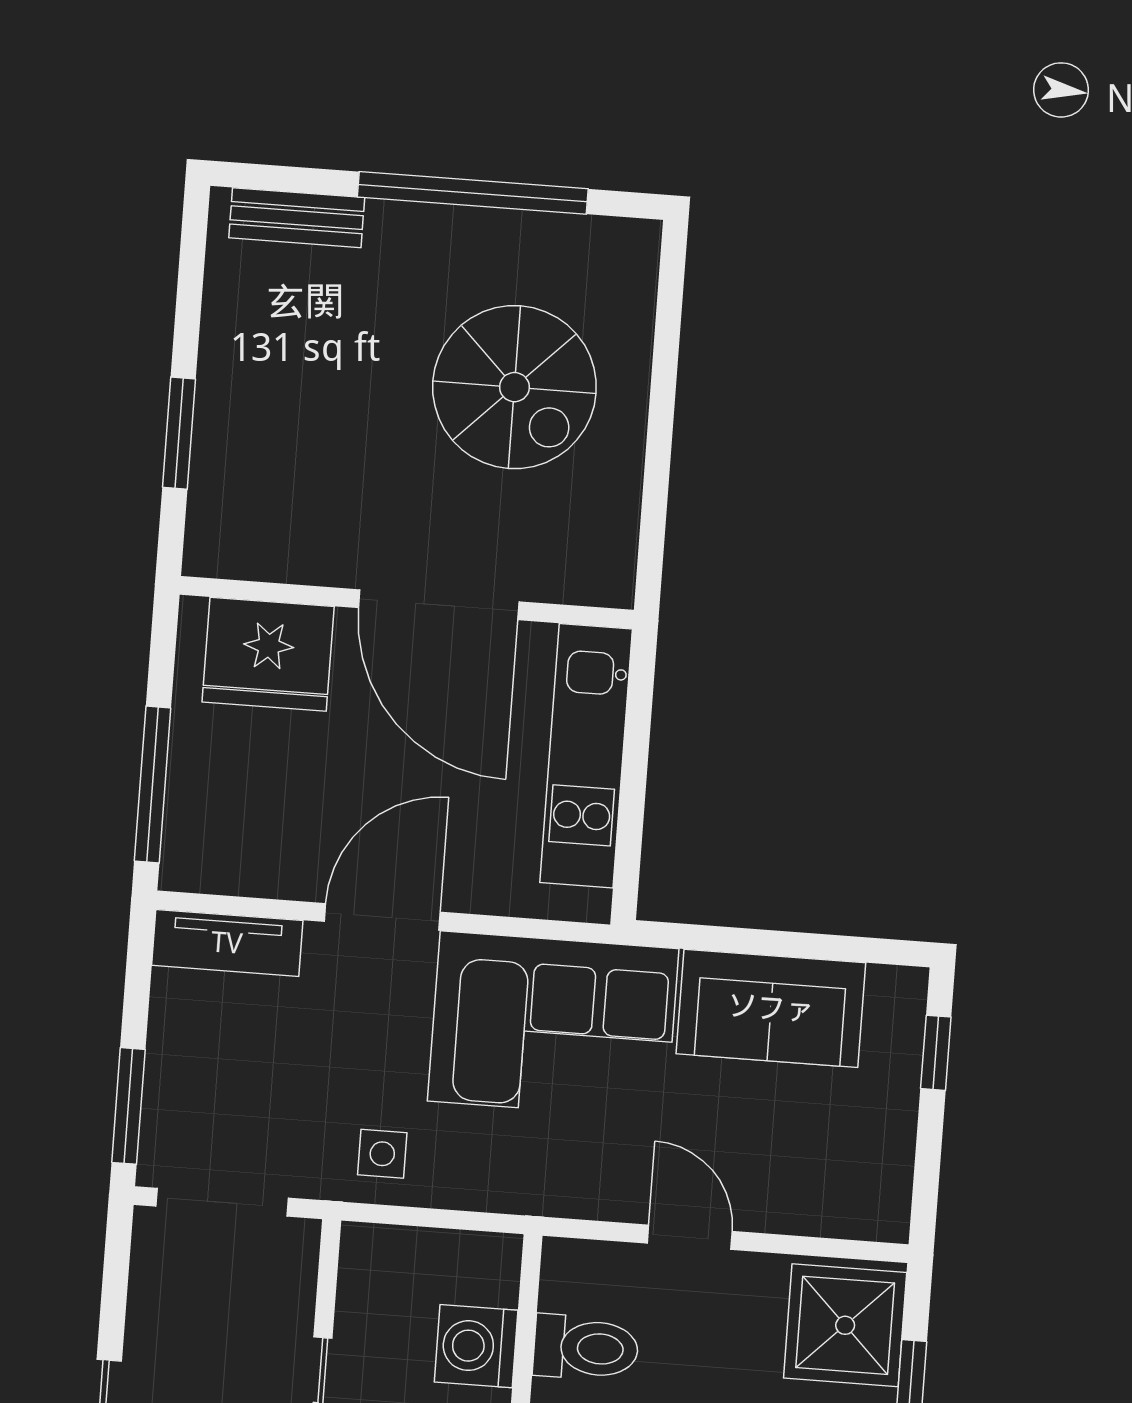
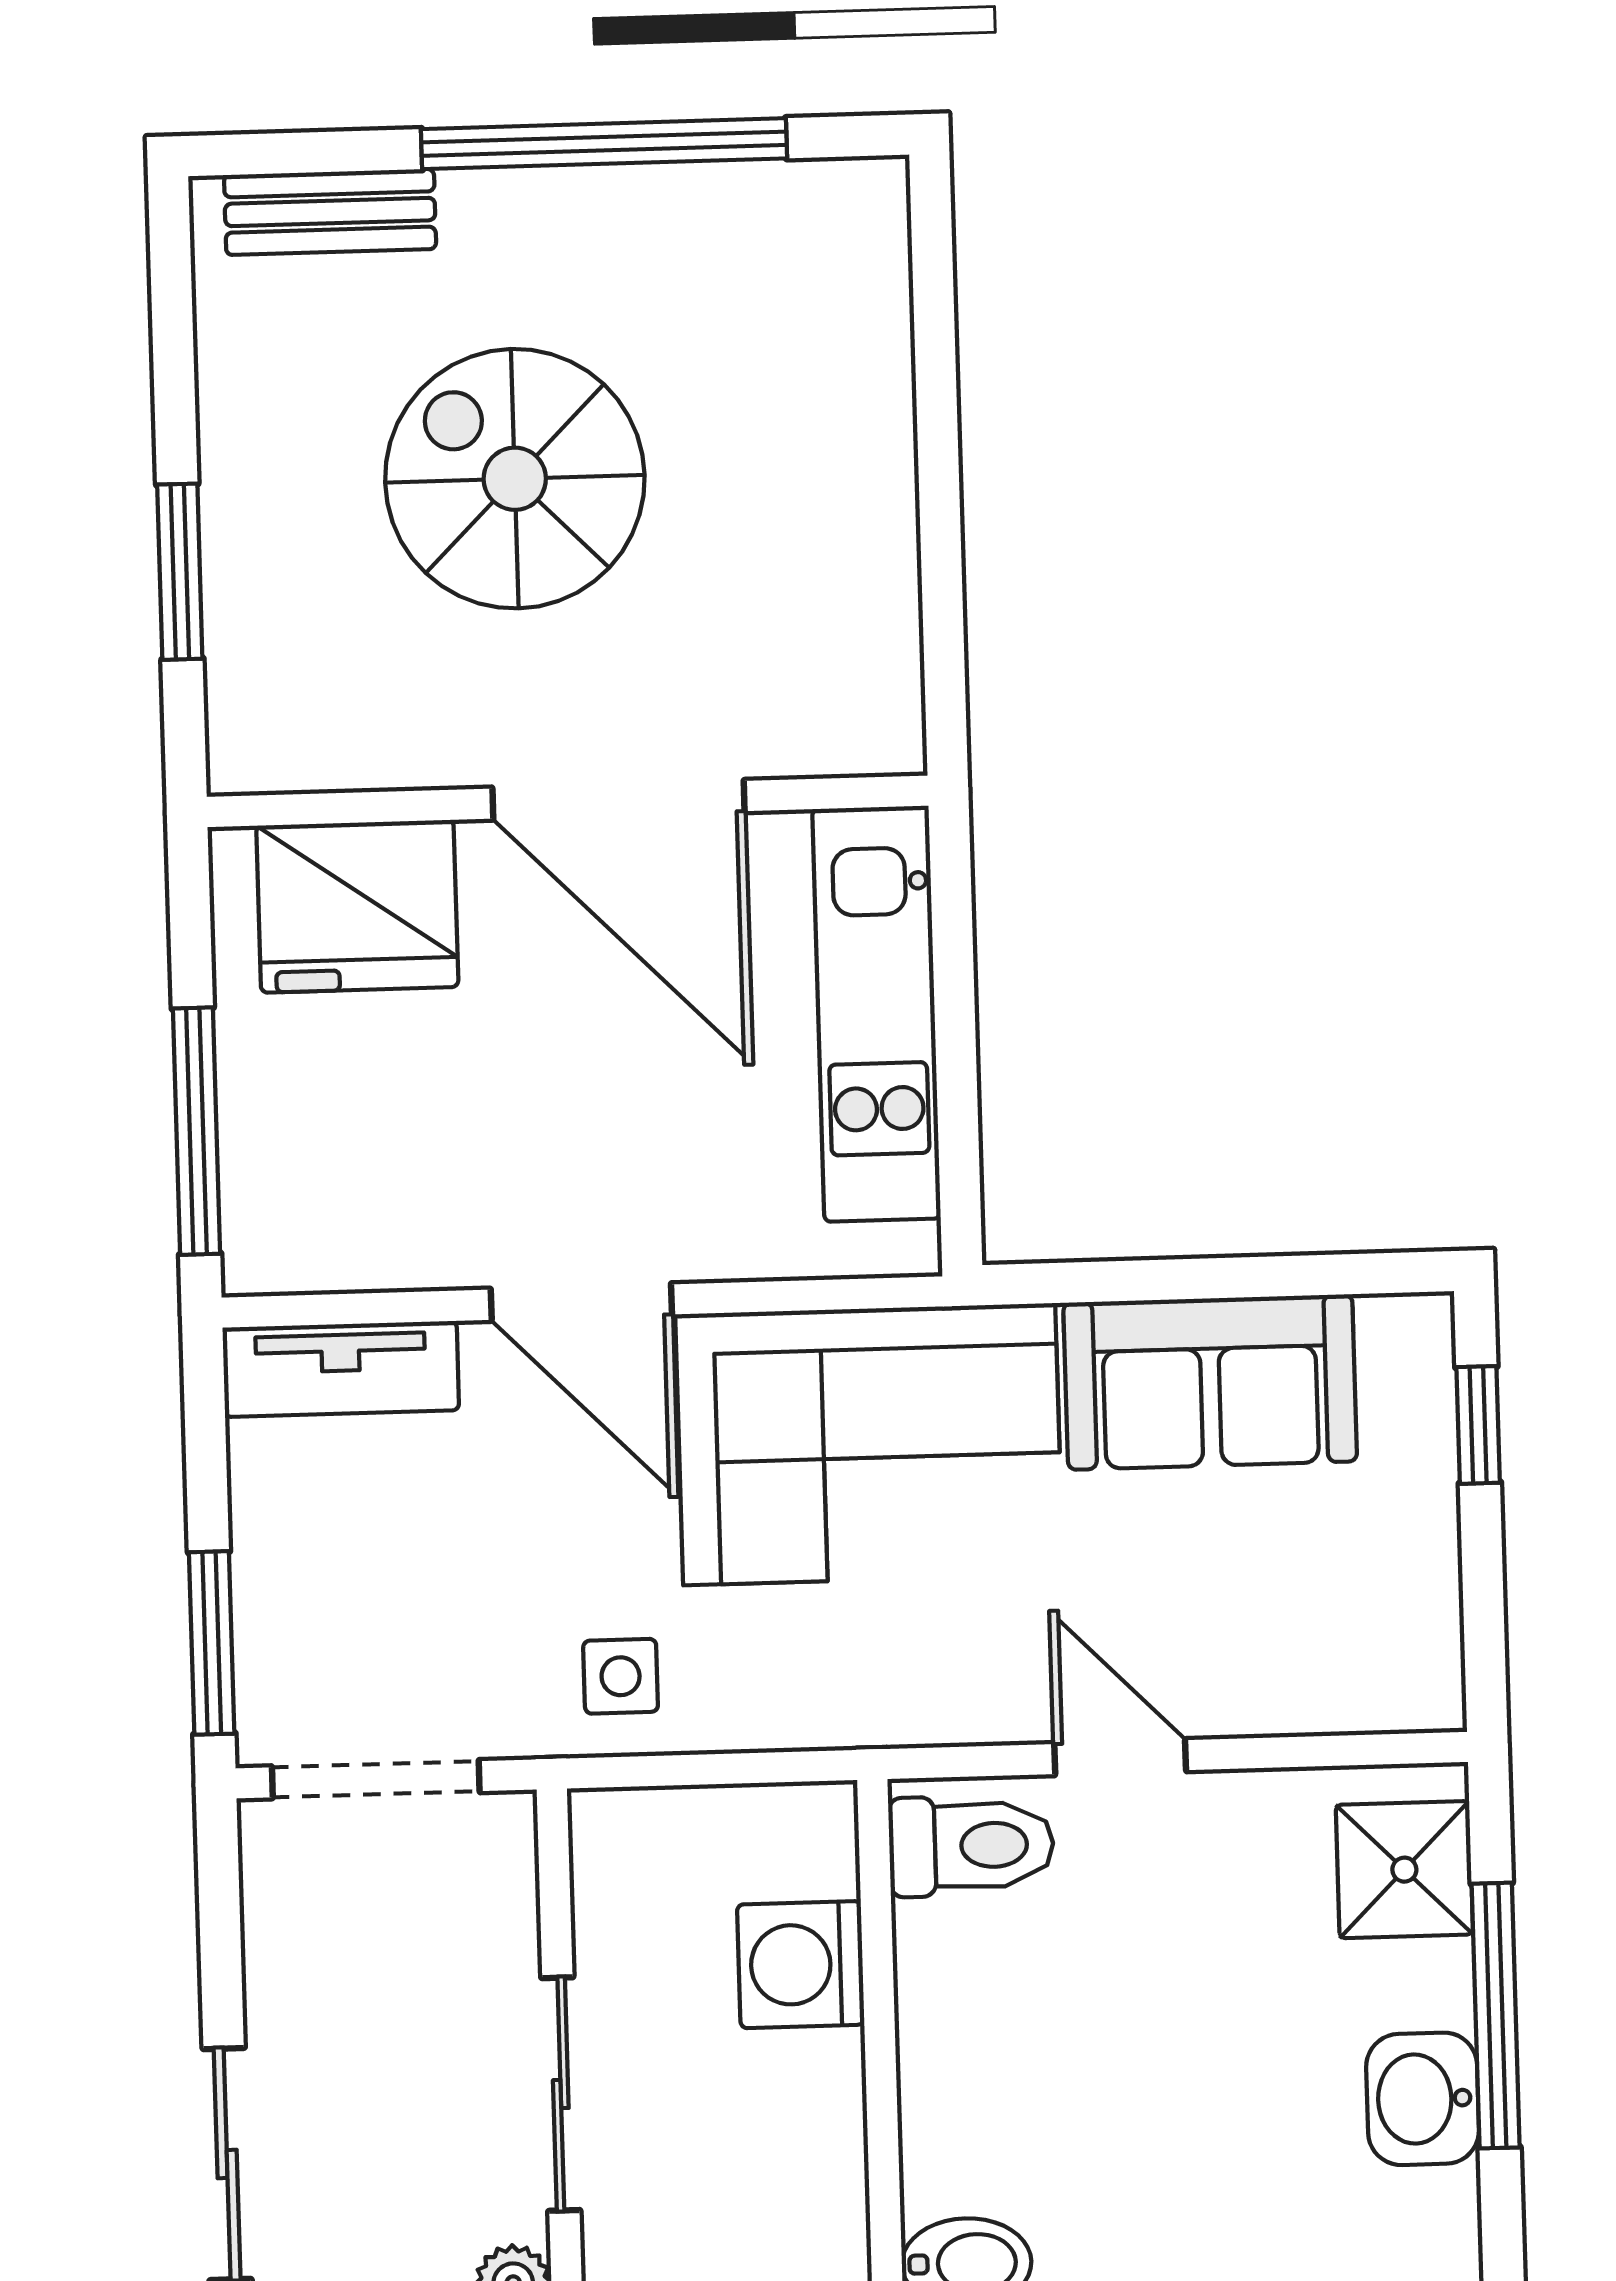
spiral stairs: (514, 387) -> (515, 479), moved, turned 180
door: (382, 917) -> (581, 1302), swing flipped
shower: (845, 1325) -> (1404, 1870), width x0.73, depth x0.73
toilet: (586, 1348) -> (971, 1846), moved

